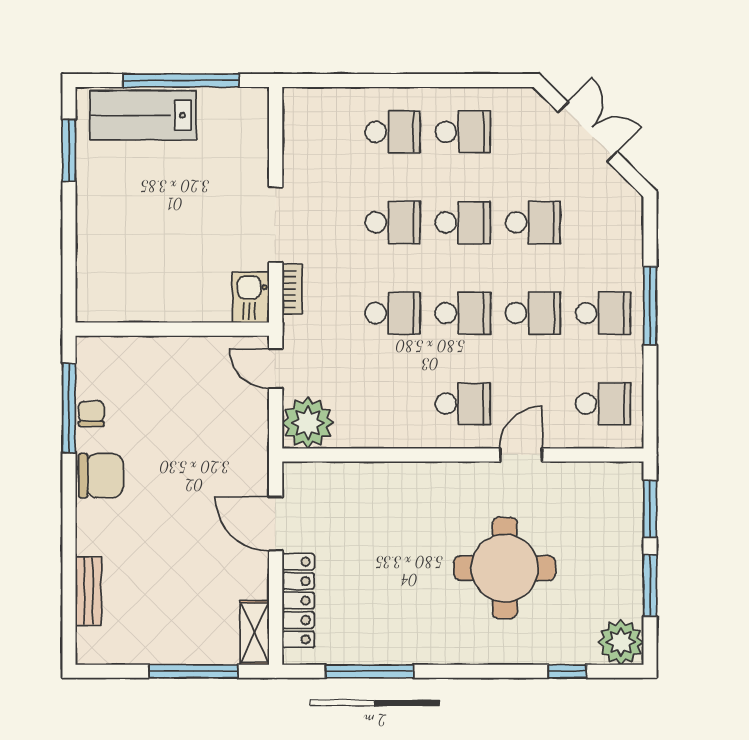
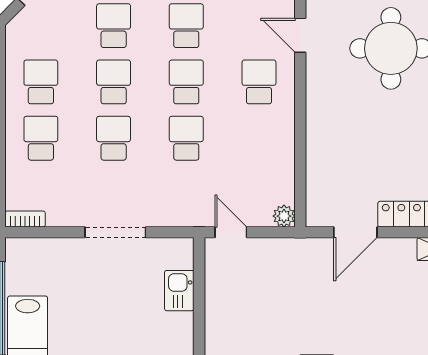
bookcase: (292, 289) -> (25, 219), moved
kitchen sink: (251, 297) -> (179, 291), moved, turned 90
door: (276, 369) -> (231, 232), swing flipped
plant: (308, 423) -> (284, 216), width x0.53, depth x0.53

